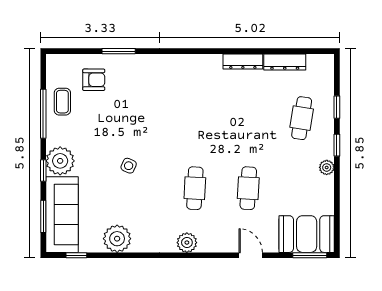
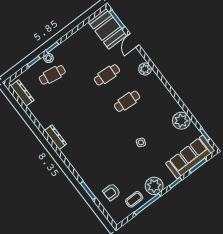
dresser: (243, 61) -> (56, 137), moved
dresser: (285, 62) -> (22, 93), moved
armchair: (94, 80) -> (112, 192), turned -90
plant: (60, 161) -> (154, 186), moved
plant: (327, 167) -> (49, 58), moved
plant: (187, 243) -> (145, 69), moved
door: (251, 255) -> (133, 40), moved

